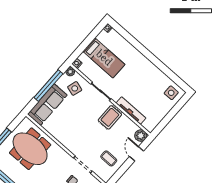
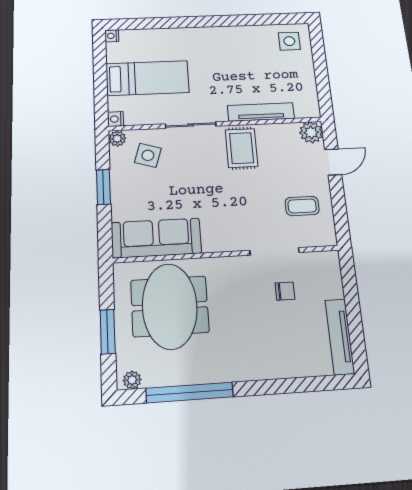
window: (48, 86) -> (103, 187), width x0.47
sofa: (47, 105) -> (156, 238), moved, turned -90
meeting table: (30, 149) -> (170, 306), turned 90
door: (137, 154) -> (333, 162), swing flipped

